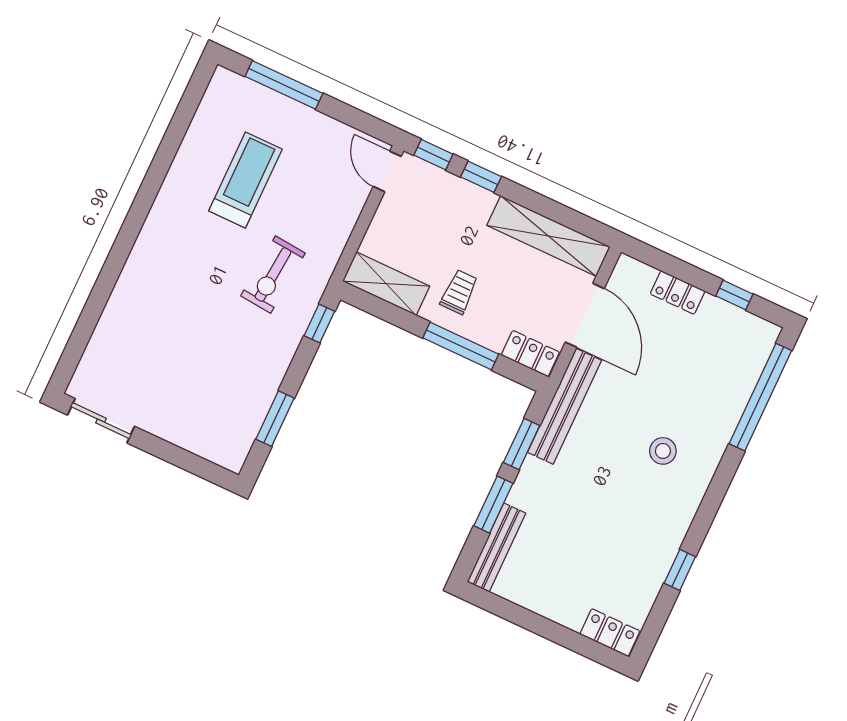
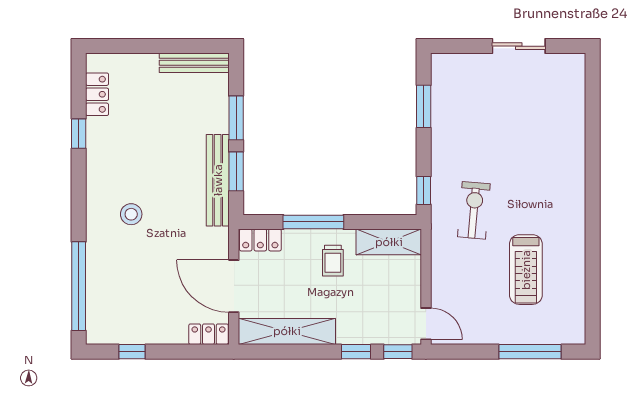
locker: (678, 292) -> (208, 334), moved
bench: (565, 406) -> (218, 180), moved
sliding door: (101, 421) -> (519, 46), moved
bench: (496, 547) -> (194, 63), moved, turned 90
locker: (610, 633) -> (97, 94), moved, turned -90

